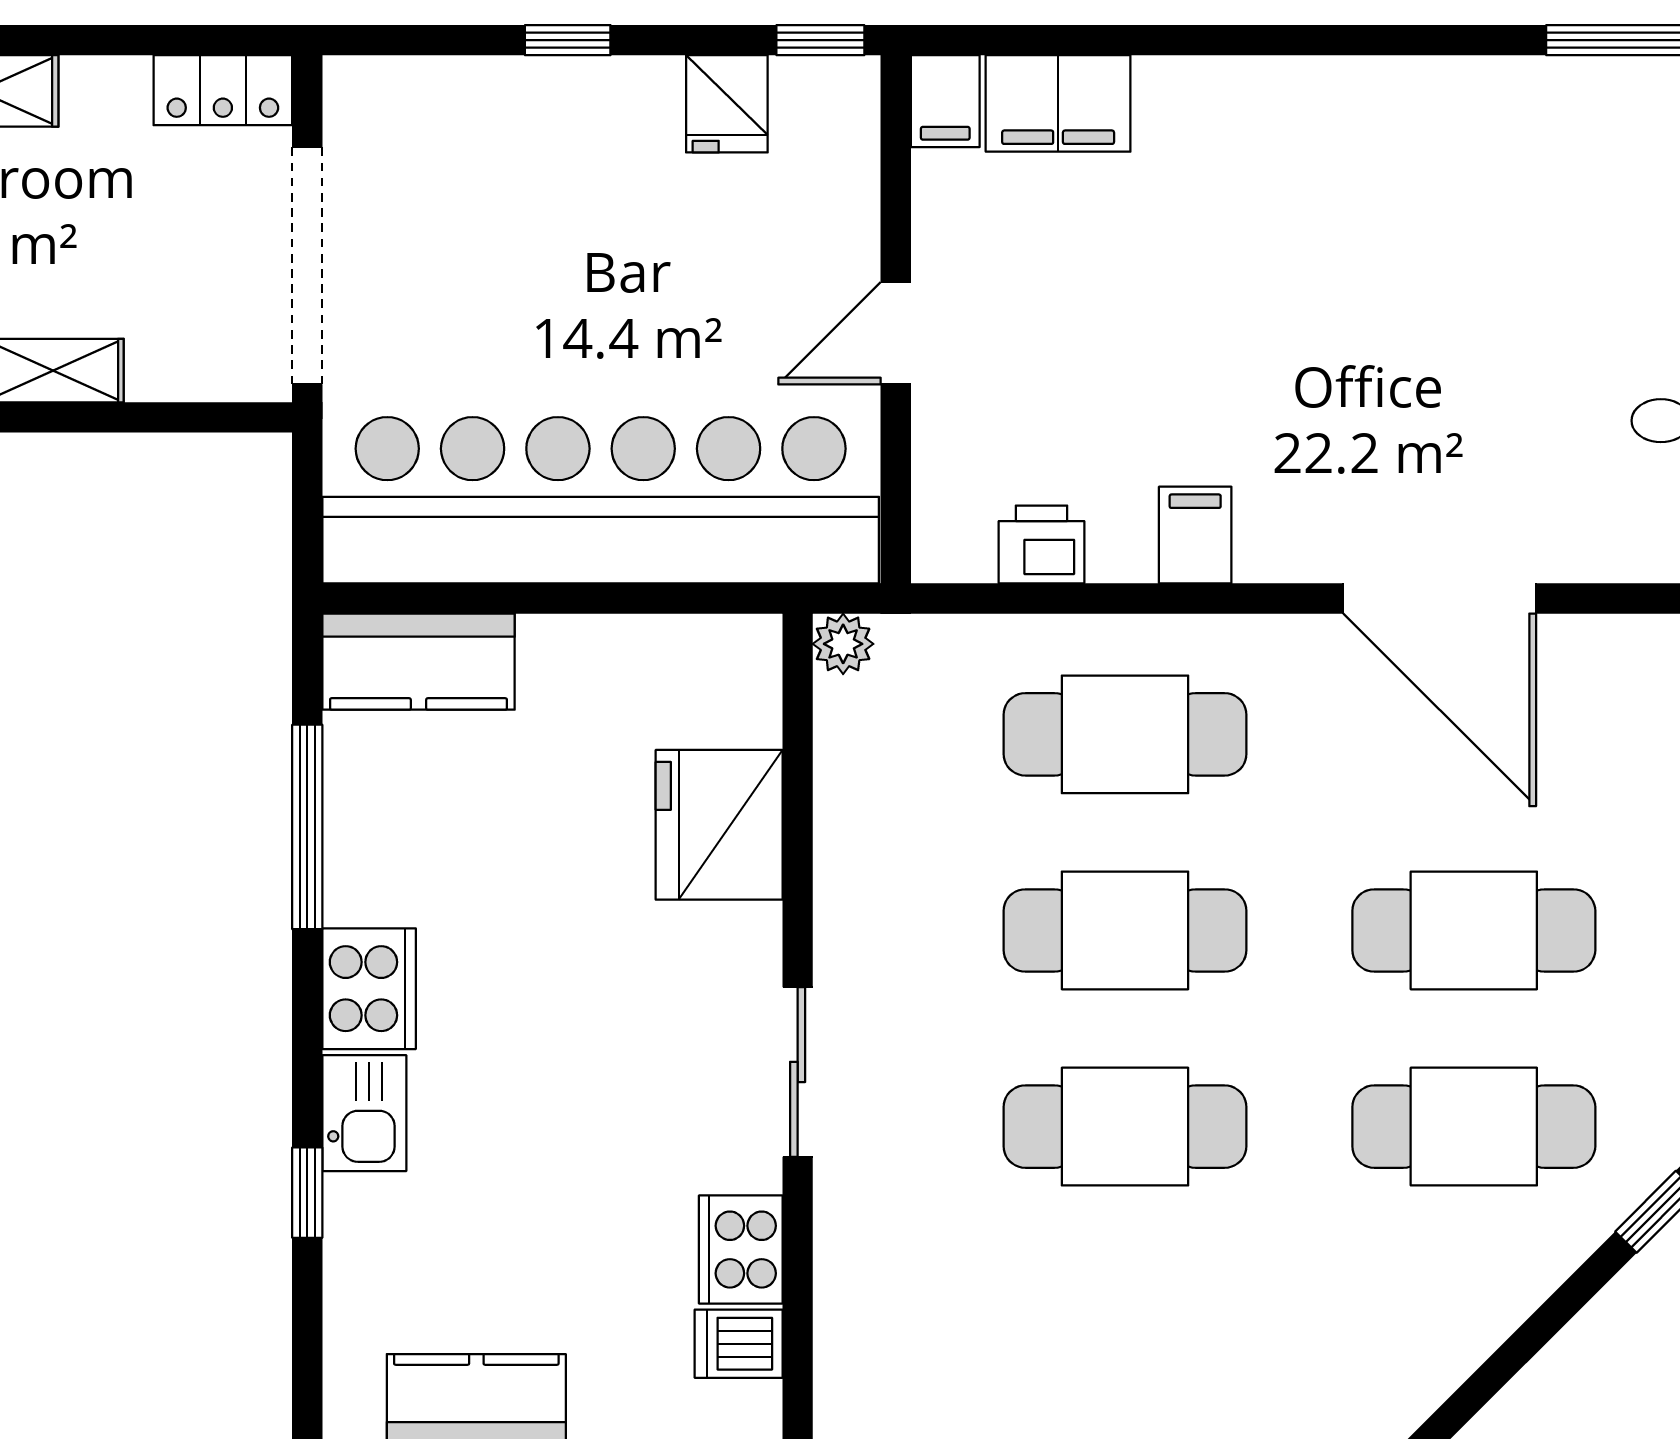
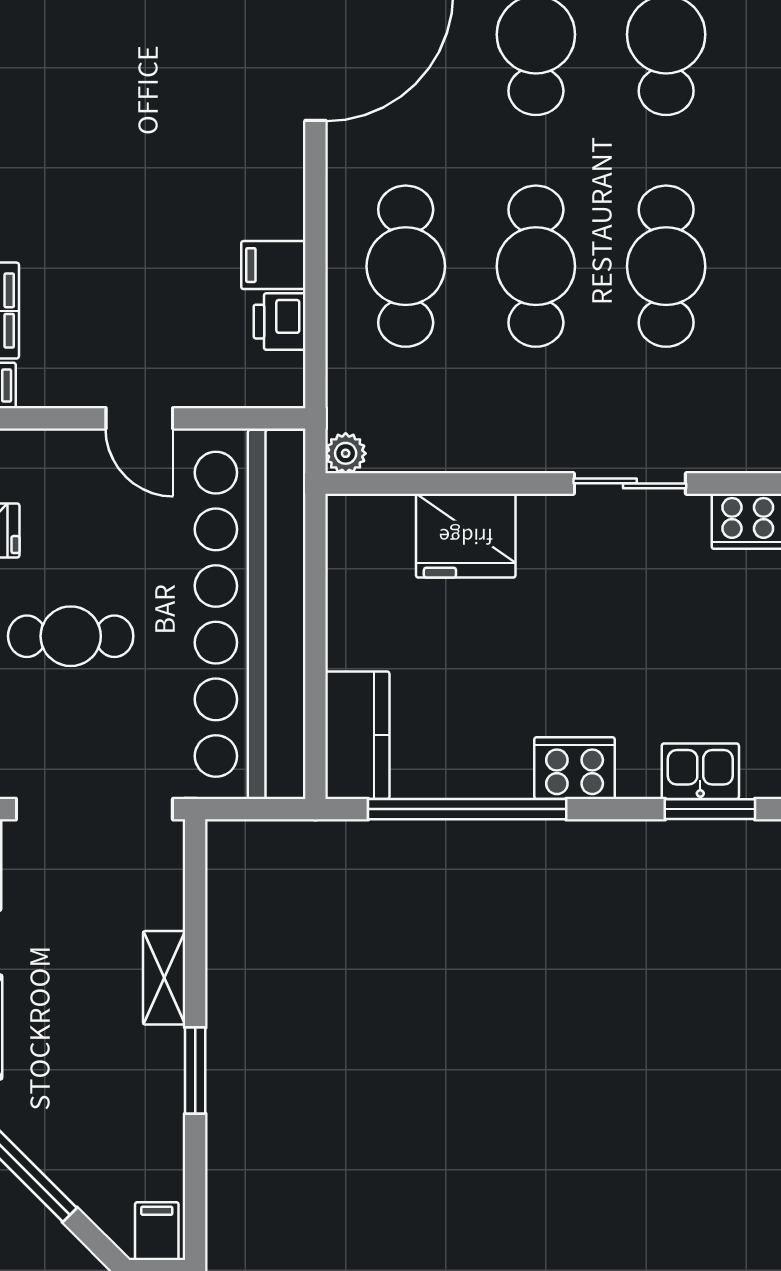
cafe table: (568, 230) -> (71, 636), added
filing cabinet: (1195, 535) -> (273, 265), moved
window: (307, 827) -> (467, 809), width x1.46
kitchen sink: (364, 1113) -> (700, 771), moved
window: (307, 1193) -> (710, 809), width x1.50

